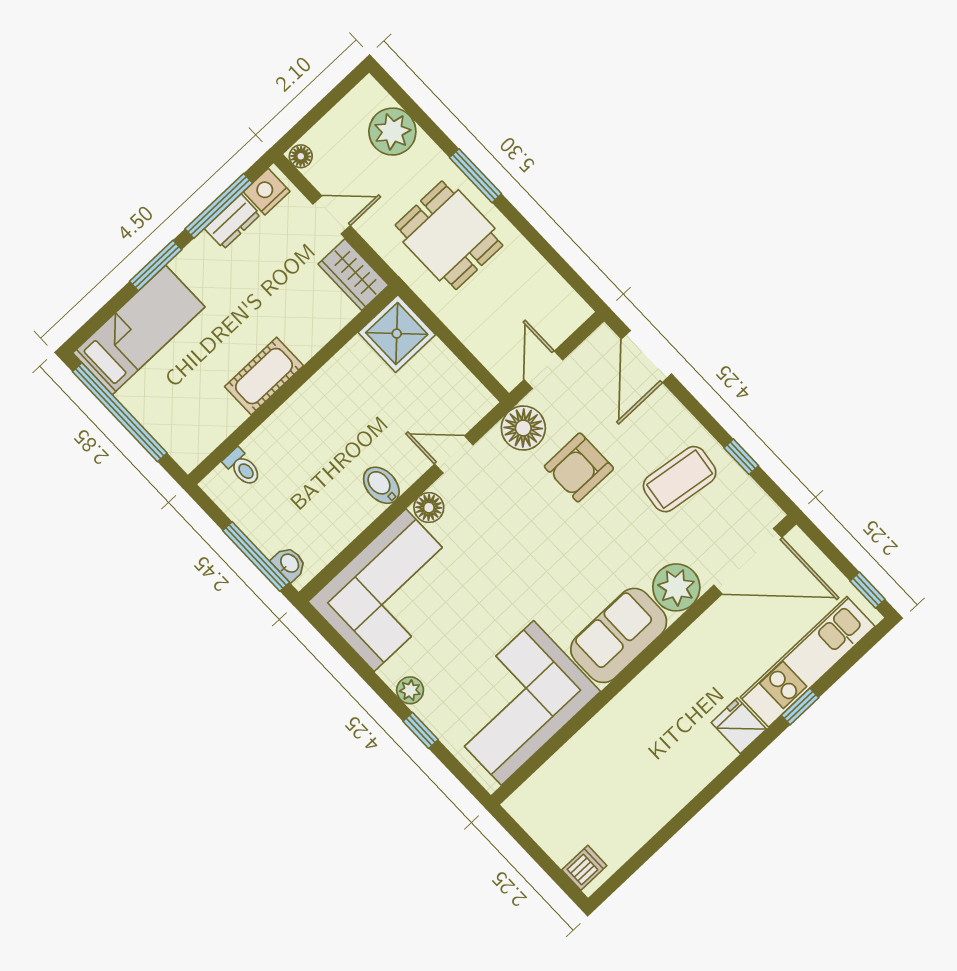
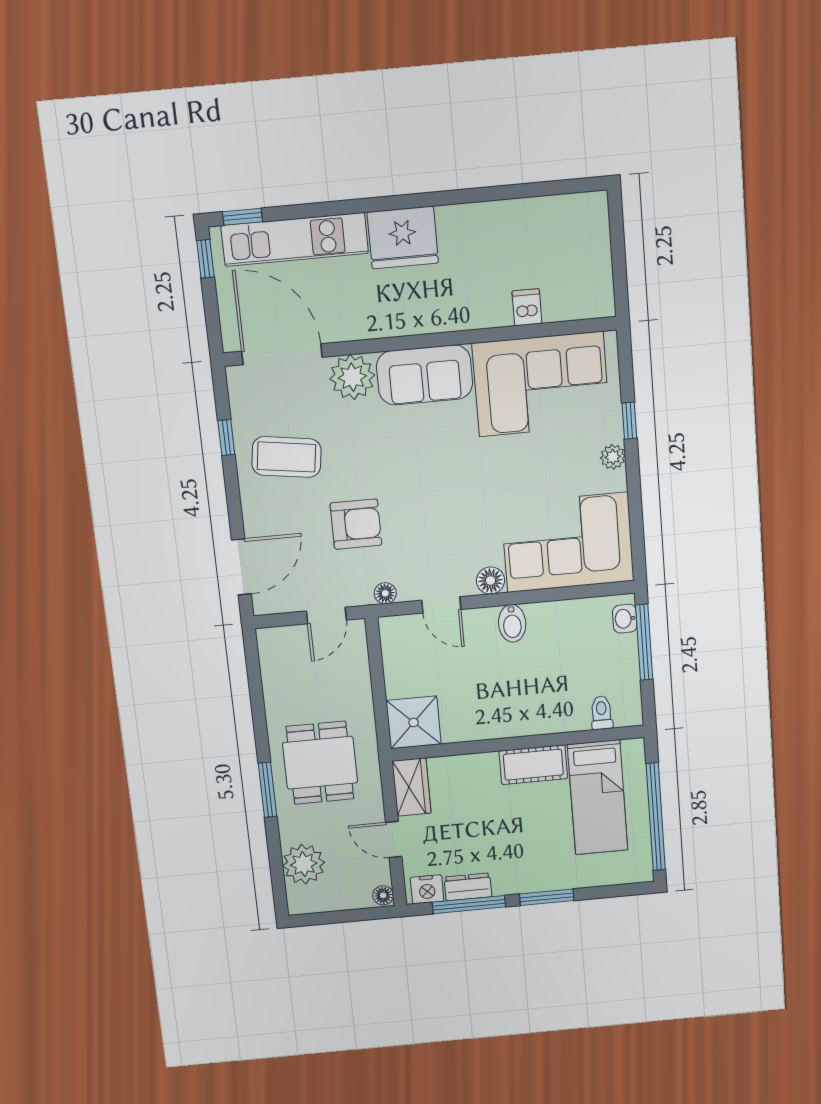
bed: (139, 330) -> (598, 797), moved, turned -90
floor lamp: (523, 428) -> (385, 593), width x0.53, depth x0.53
window: (800, 707) -> (243, 217), moved
fridge: (739, 726) -> (403, 238), width x1.88, depth x1.34
dishwasher: (584, 868) -> (527, 307), moved, turned 90

